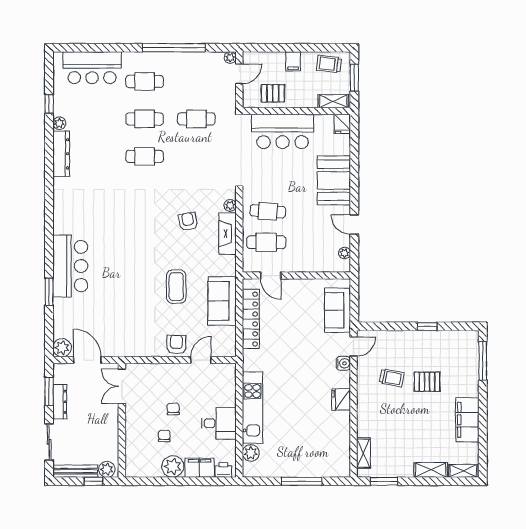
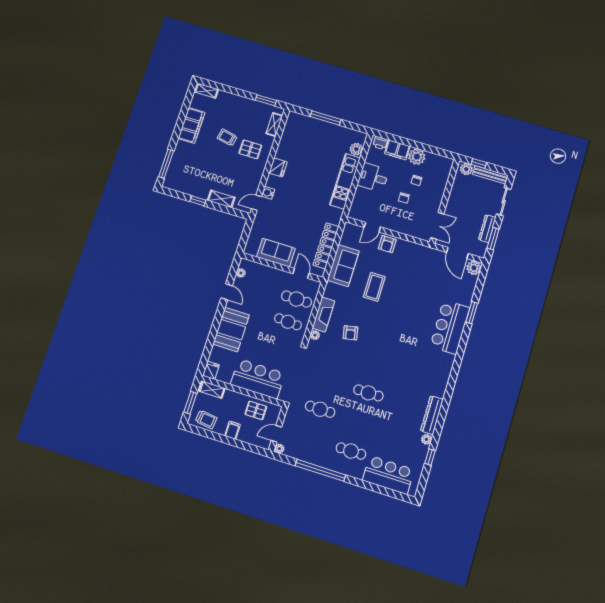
cafe table: (145, 119) -> (360, 422), removed
sofa: (338, 310) -> (276, 253), moved, turned -90
trolley: (392, 378) -> (227, 137), moved
pallet: (427, 382) -> (250, 149), moved
shelving: (431, 470) -> (221, 199), moved

